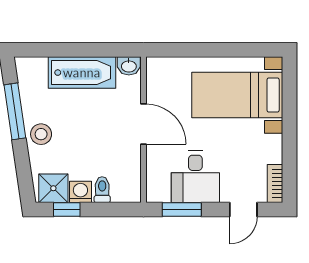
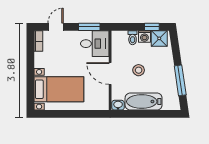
stool: (41, 134) -> (139, 70), moved
desk: (195, 177) -> (95, 44), moved, turned 90

